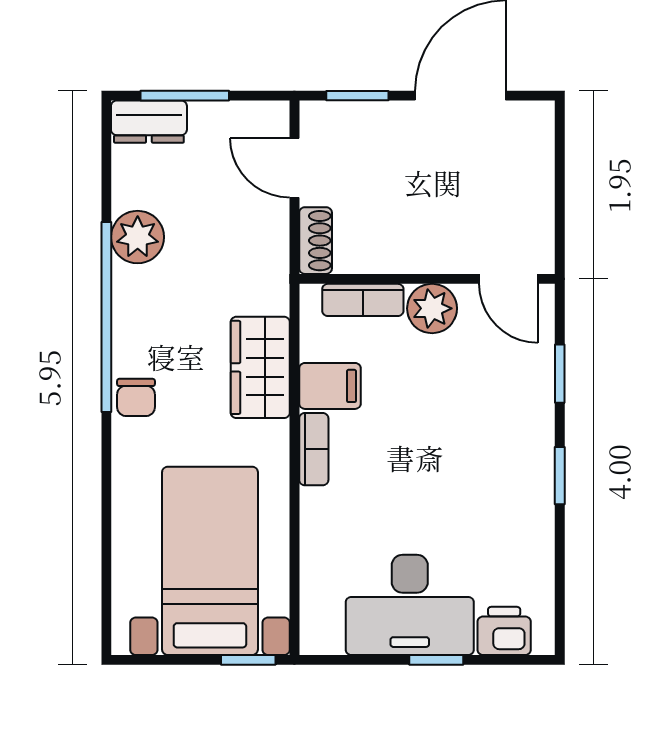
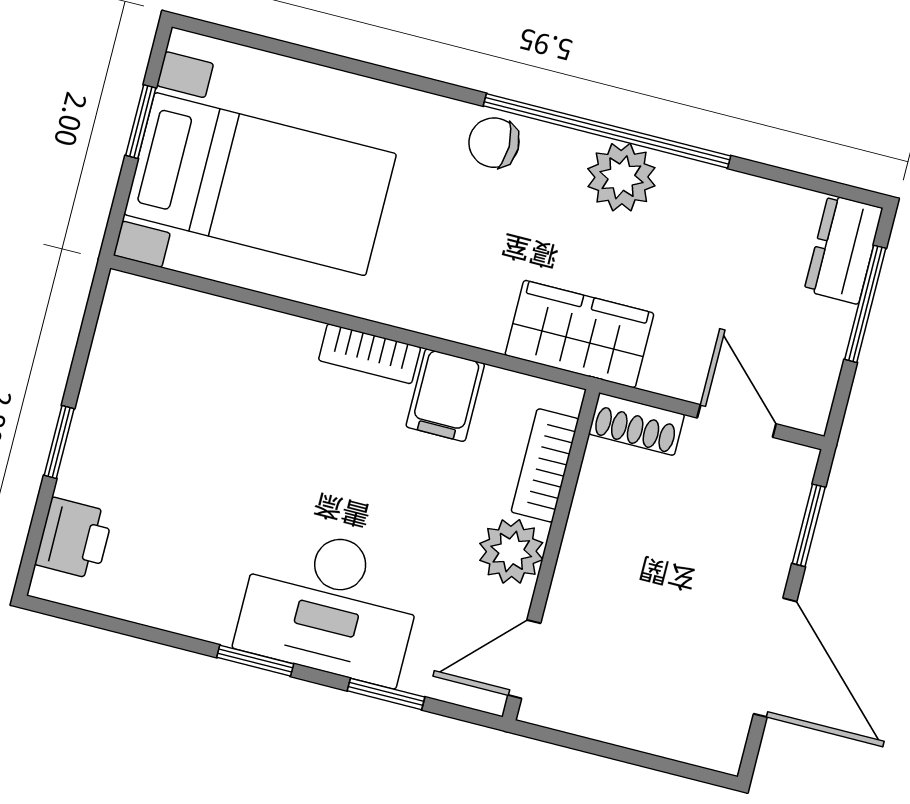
door: (294, 168) -> (737, 421), hinge flipped
plant: (138, 237) -> (621, 177), moved
wardrobe: (260, 367) -> (579, 334), moved
desk: (410, 605) -> (330, 604), moved, turned -90
window: (248, 660) -> (141, 122), moved

